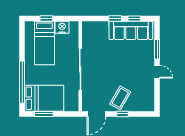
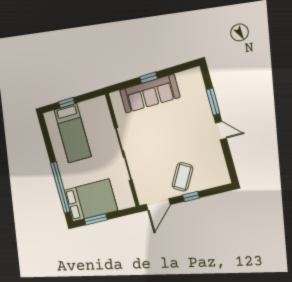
window: (134, 18) -> (173, 70), removed
nightstand: (62, 27) -> (88, 108), removed
sofa: (131, 30) -> (150, 94), moved

